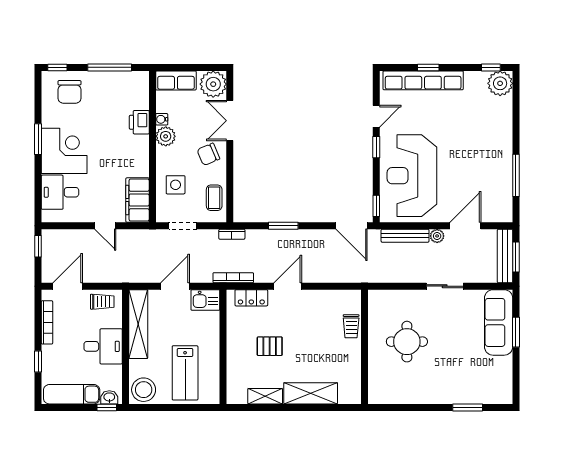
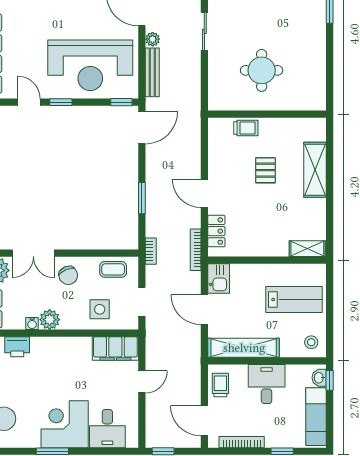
printer: (139, 122) -> (17, 347), moved
pallet: (270, 346) -> (266, 170), moved
stool: (144, 390) -> (311, 342), width x0.53, depth x0.53
shelving: (265, 396) -> (307, 249), moved, turned 90

